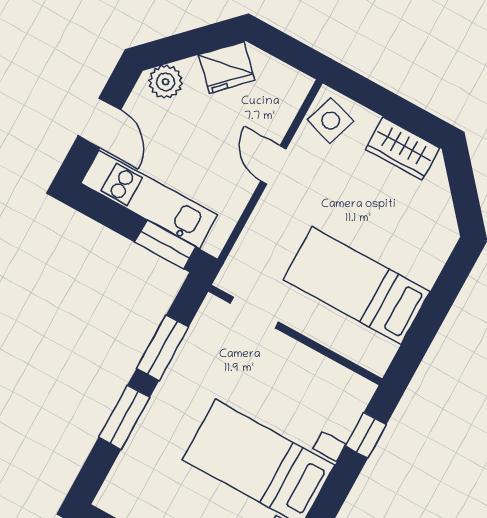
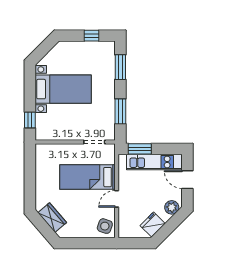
wardrobe: (403, 149) -> (52, 218), moved, turned 49
door: (273, 165) -> (117, 199), swing flipped
bed: (357, 286) -> (87, 177), moved, turned 180
window: (124, 417) -> (120, 67), moved

